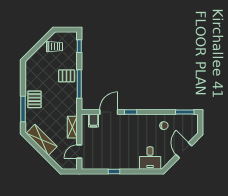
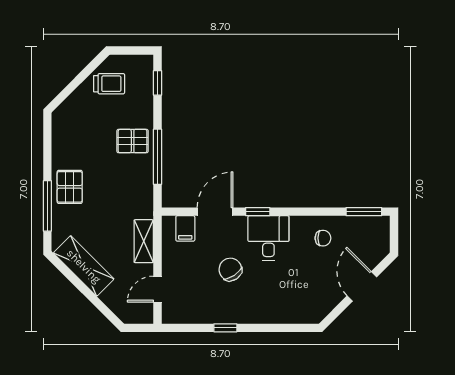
chair: (117, 142) -> (230, 269), added
desk: (150, 158) -> (268, 238), moved, turned 180

